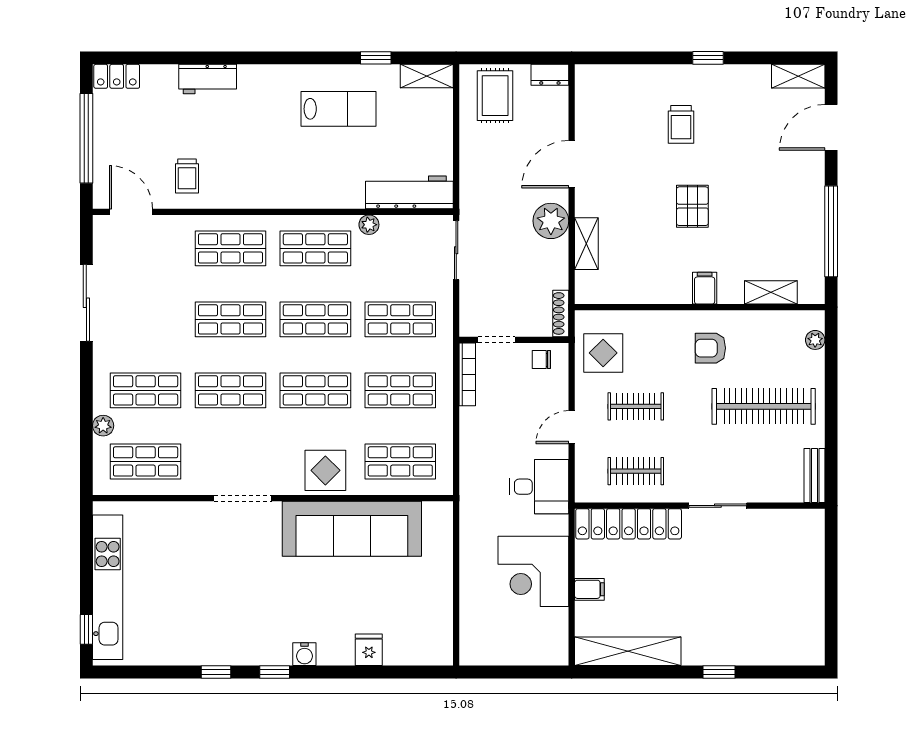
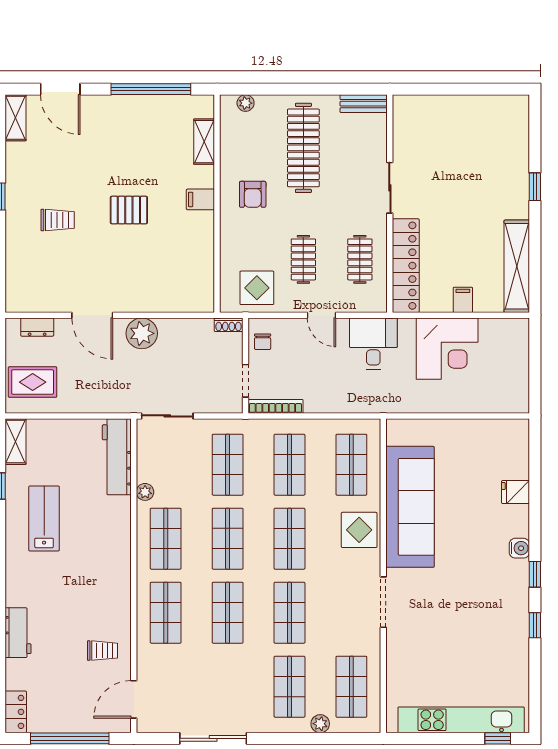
dresser: (550, 75) -> (37, 327), moved, turned 90
shelving: (586, 244) -> (162, 302), removed
shoe rack: (561, 313) -> (229, 325), width x0.70

